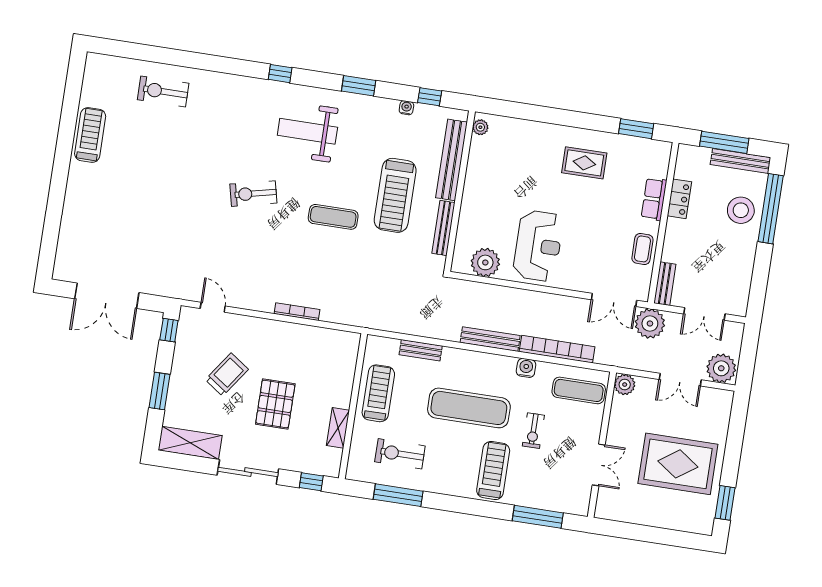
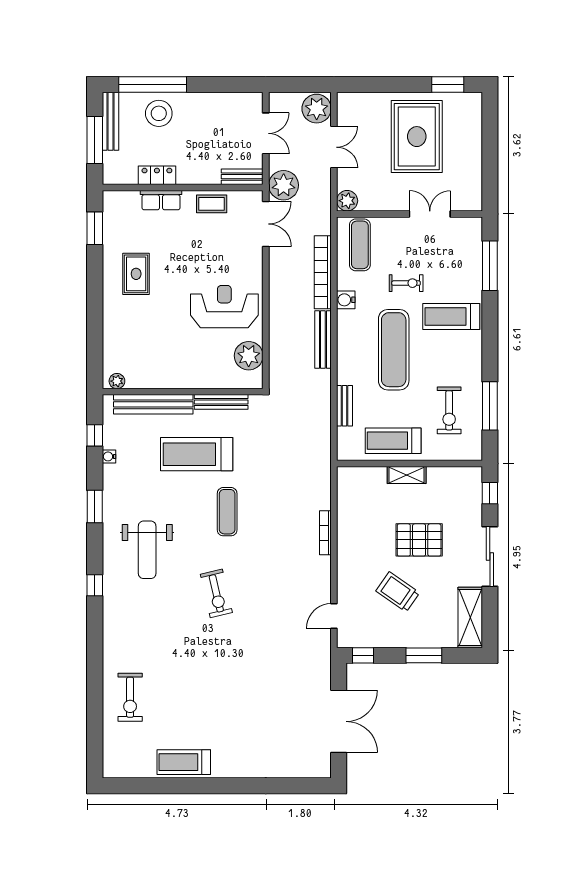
treadmill: (395, 195) -> (197, 454), turned 180
shelving: (338, 428) -> (407, 475), moved

